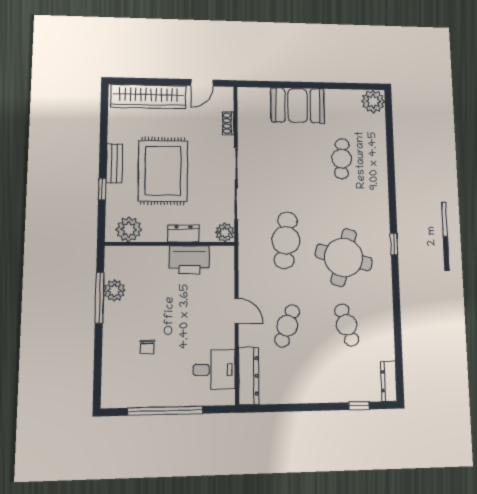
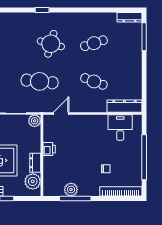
dresser: (183, 234) -> (35, 163), moved
round table: (344, 257) -> (51, 44), width x0.73, depth x0.73
printer: (189, 260) -> (49, 149), width x0.53, depth x0.68
door: (237, 311) -> (61, 113), moved
bookcase: (109, 373) -> (121, 191), added
window: (359, 406) -> (144, 37), width x2.17

